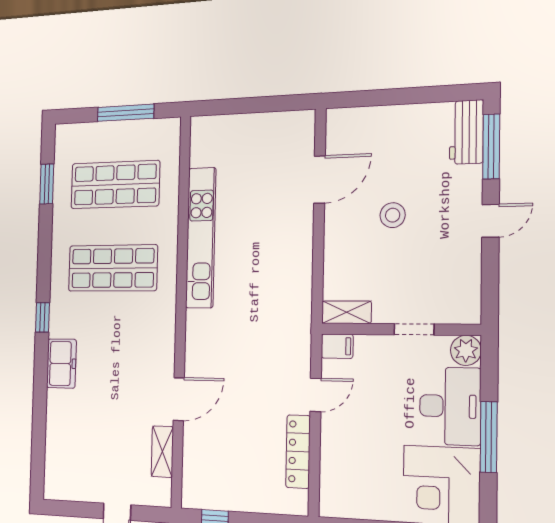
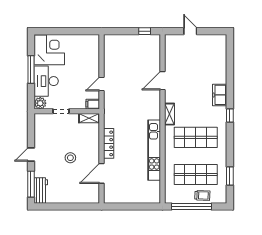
window: (126, 113) -> (191, 207), width x1.46
trolley: (103, 139) -> (202, 195), added
shelving: (162, 452) -> (170, 114), moved
locker: (298, 452) -> (109, 143), moved

